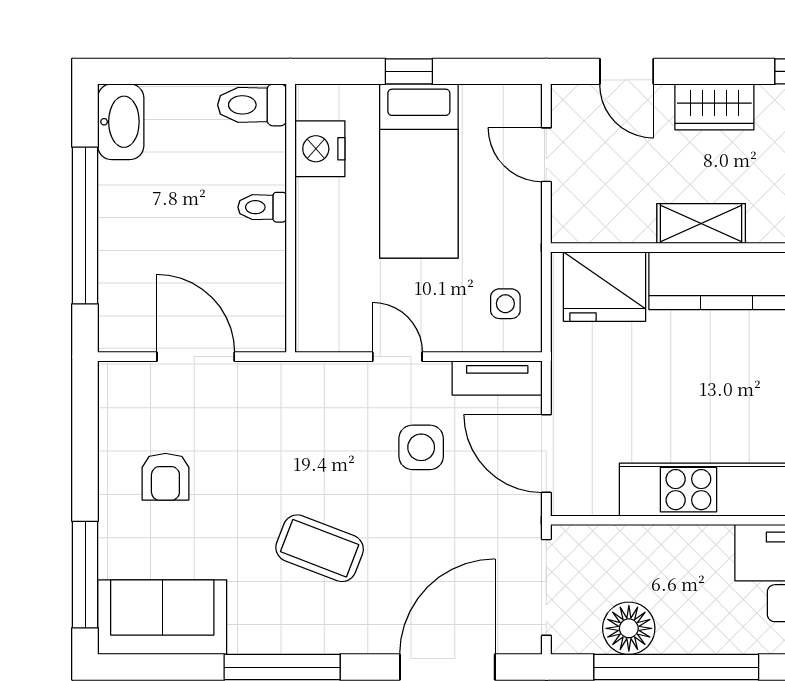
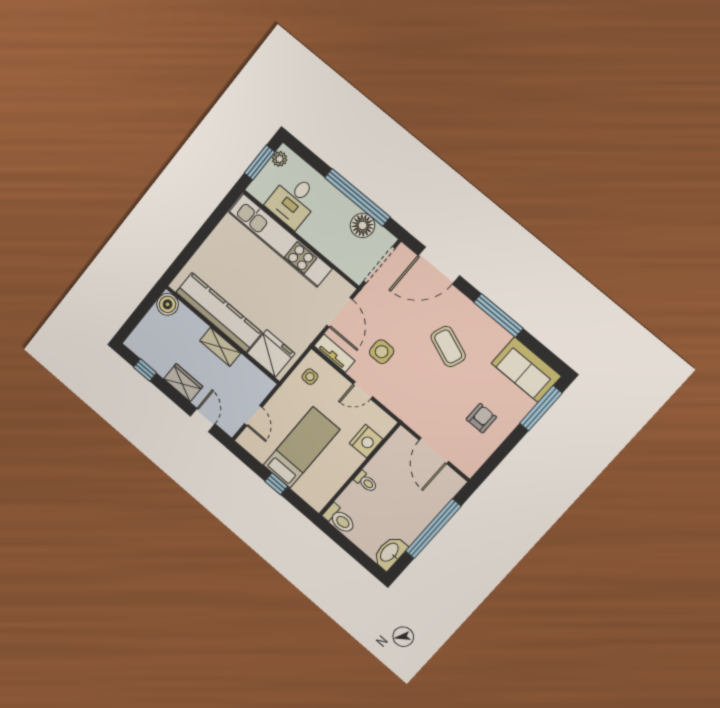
nightstand: (320, 149) -> (366, 441), moved
door: (397, 357) -> (363, 390), hinge flipped

